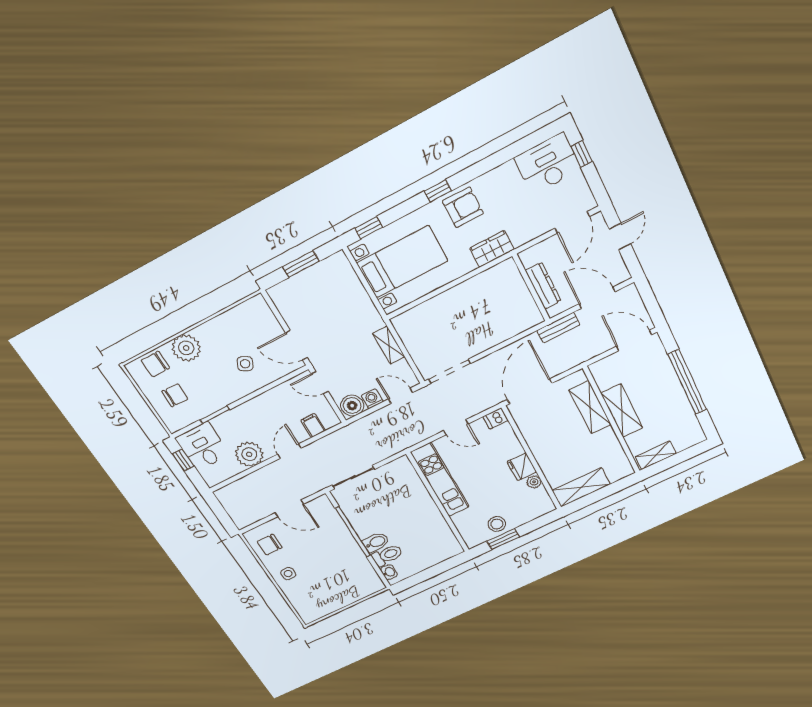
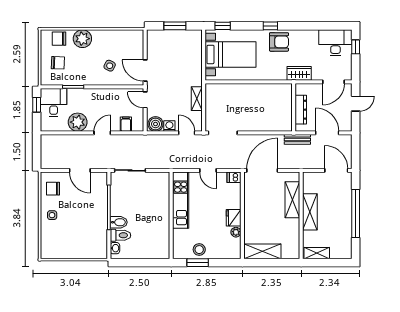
wardrobe: (492, 249) -> (299, 73), moved

